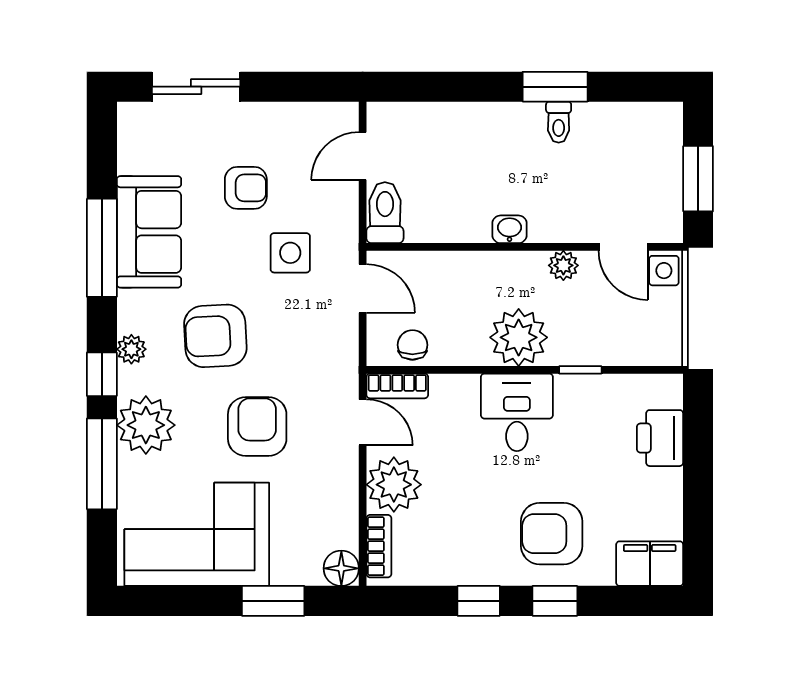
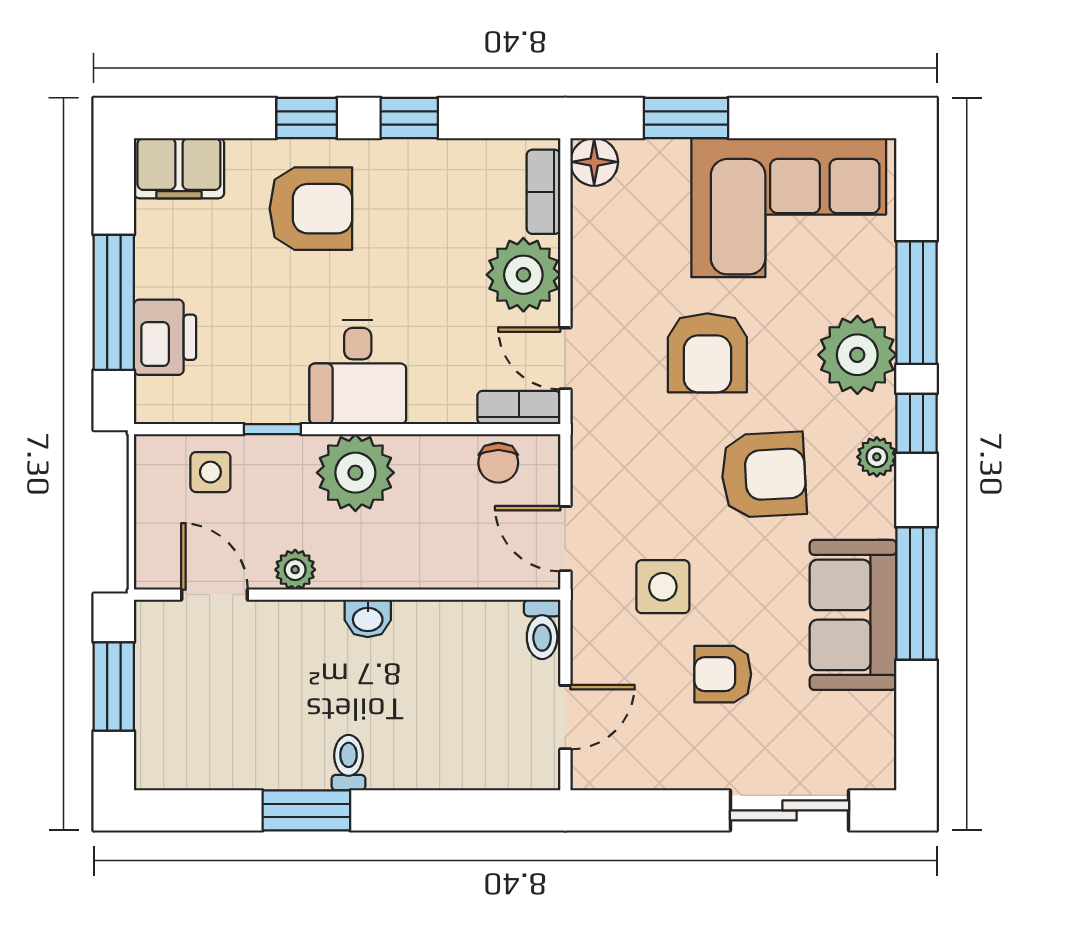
toilet: (559, 122) -> (348, 763), moved
toilet: (385, 213) -> (542, 629), width x0.73, depth x0.72
side table: (664, 271) -> (210, 472), moved
window: (698, 464) -> (114, 302), added

